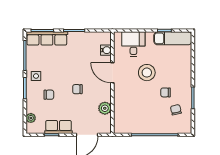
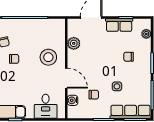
stool: (147, 73) -> (48, 57), moved
side table: (36, 76) -> (117, 86), moved
chair: (77, 89) -> (94, 95), moved

